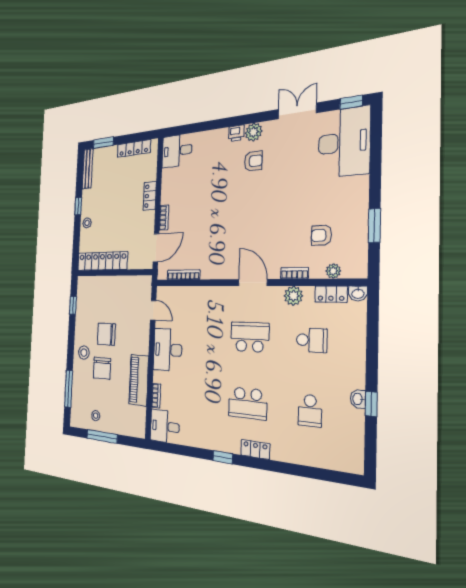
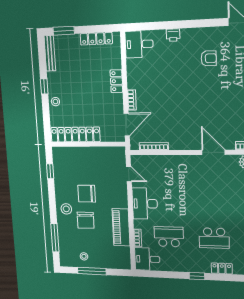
plant: (254, 132) -> (208, 35), removed
printer: (236, 133) -> (173, 35), moved
school desk: (250, 337) -> (169, 237), moved

